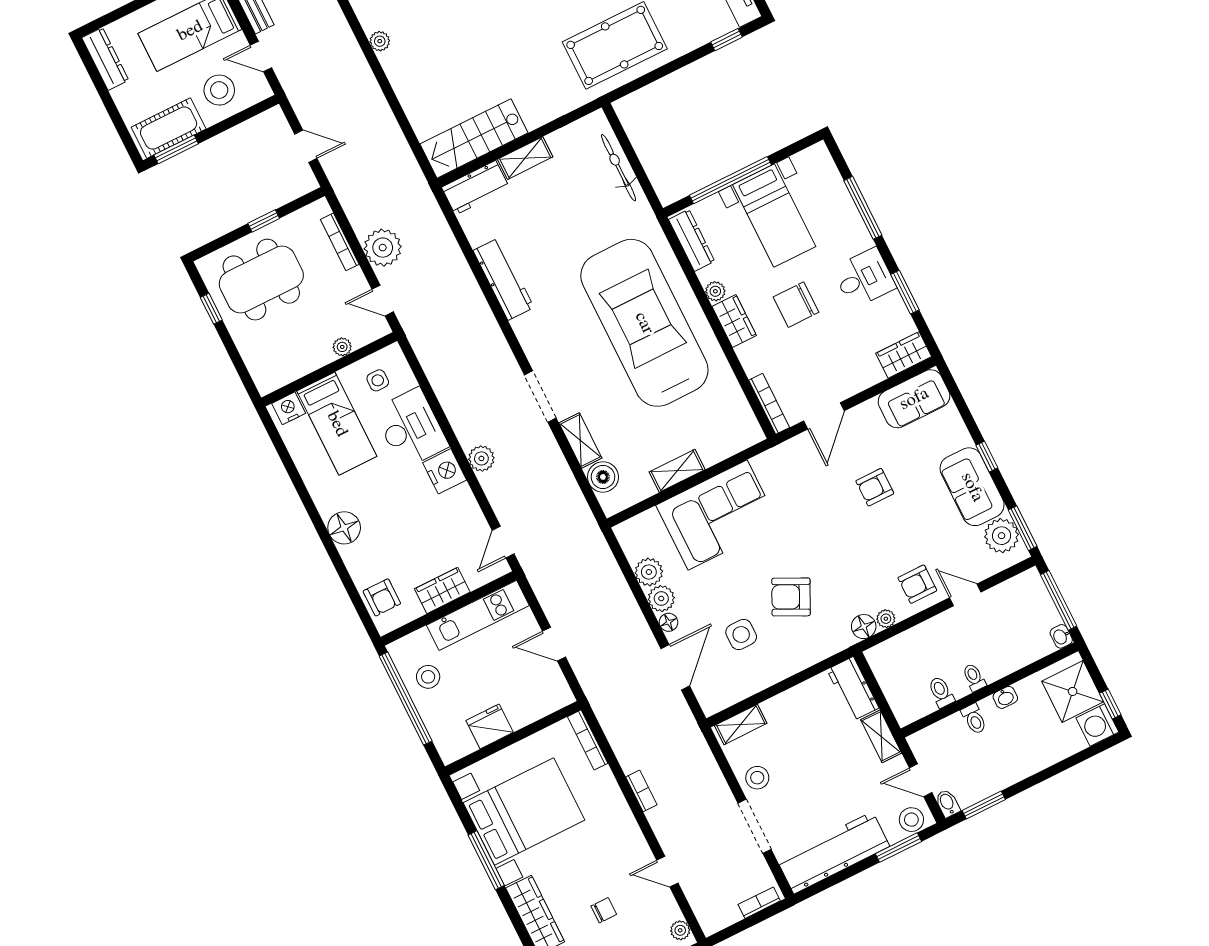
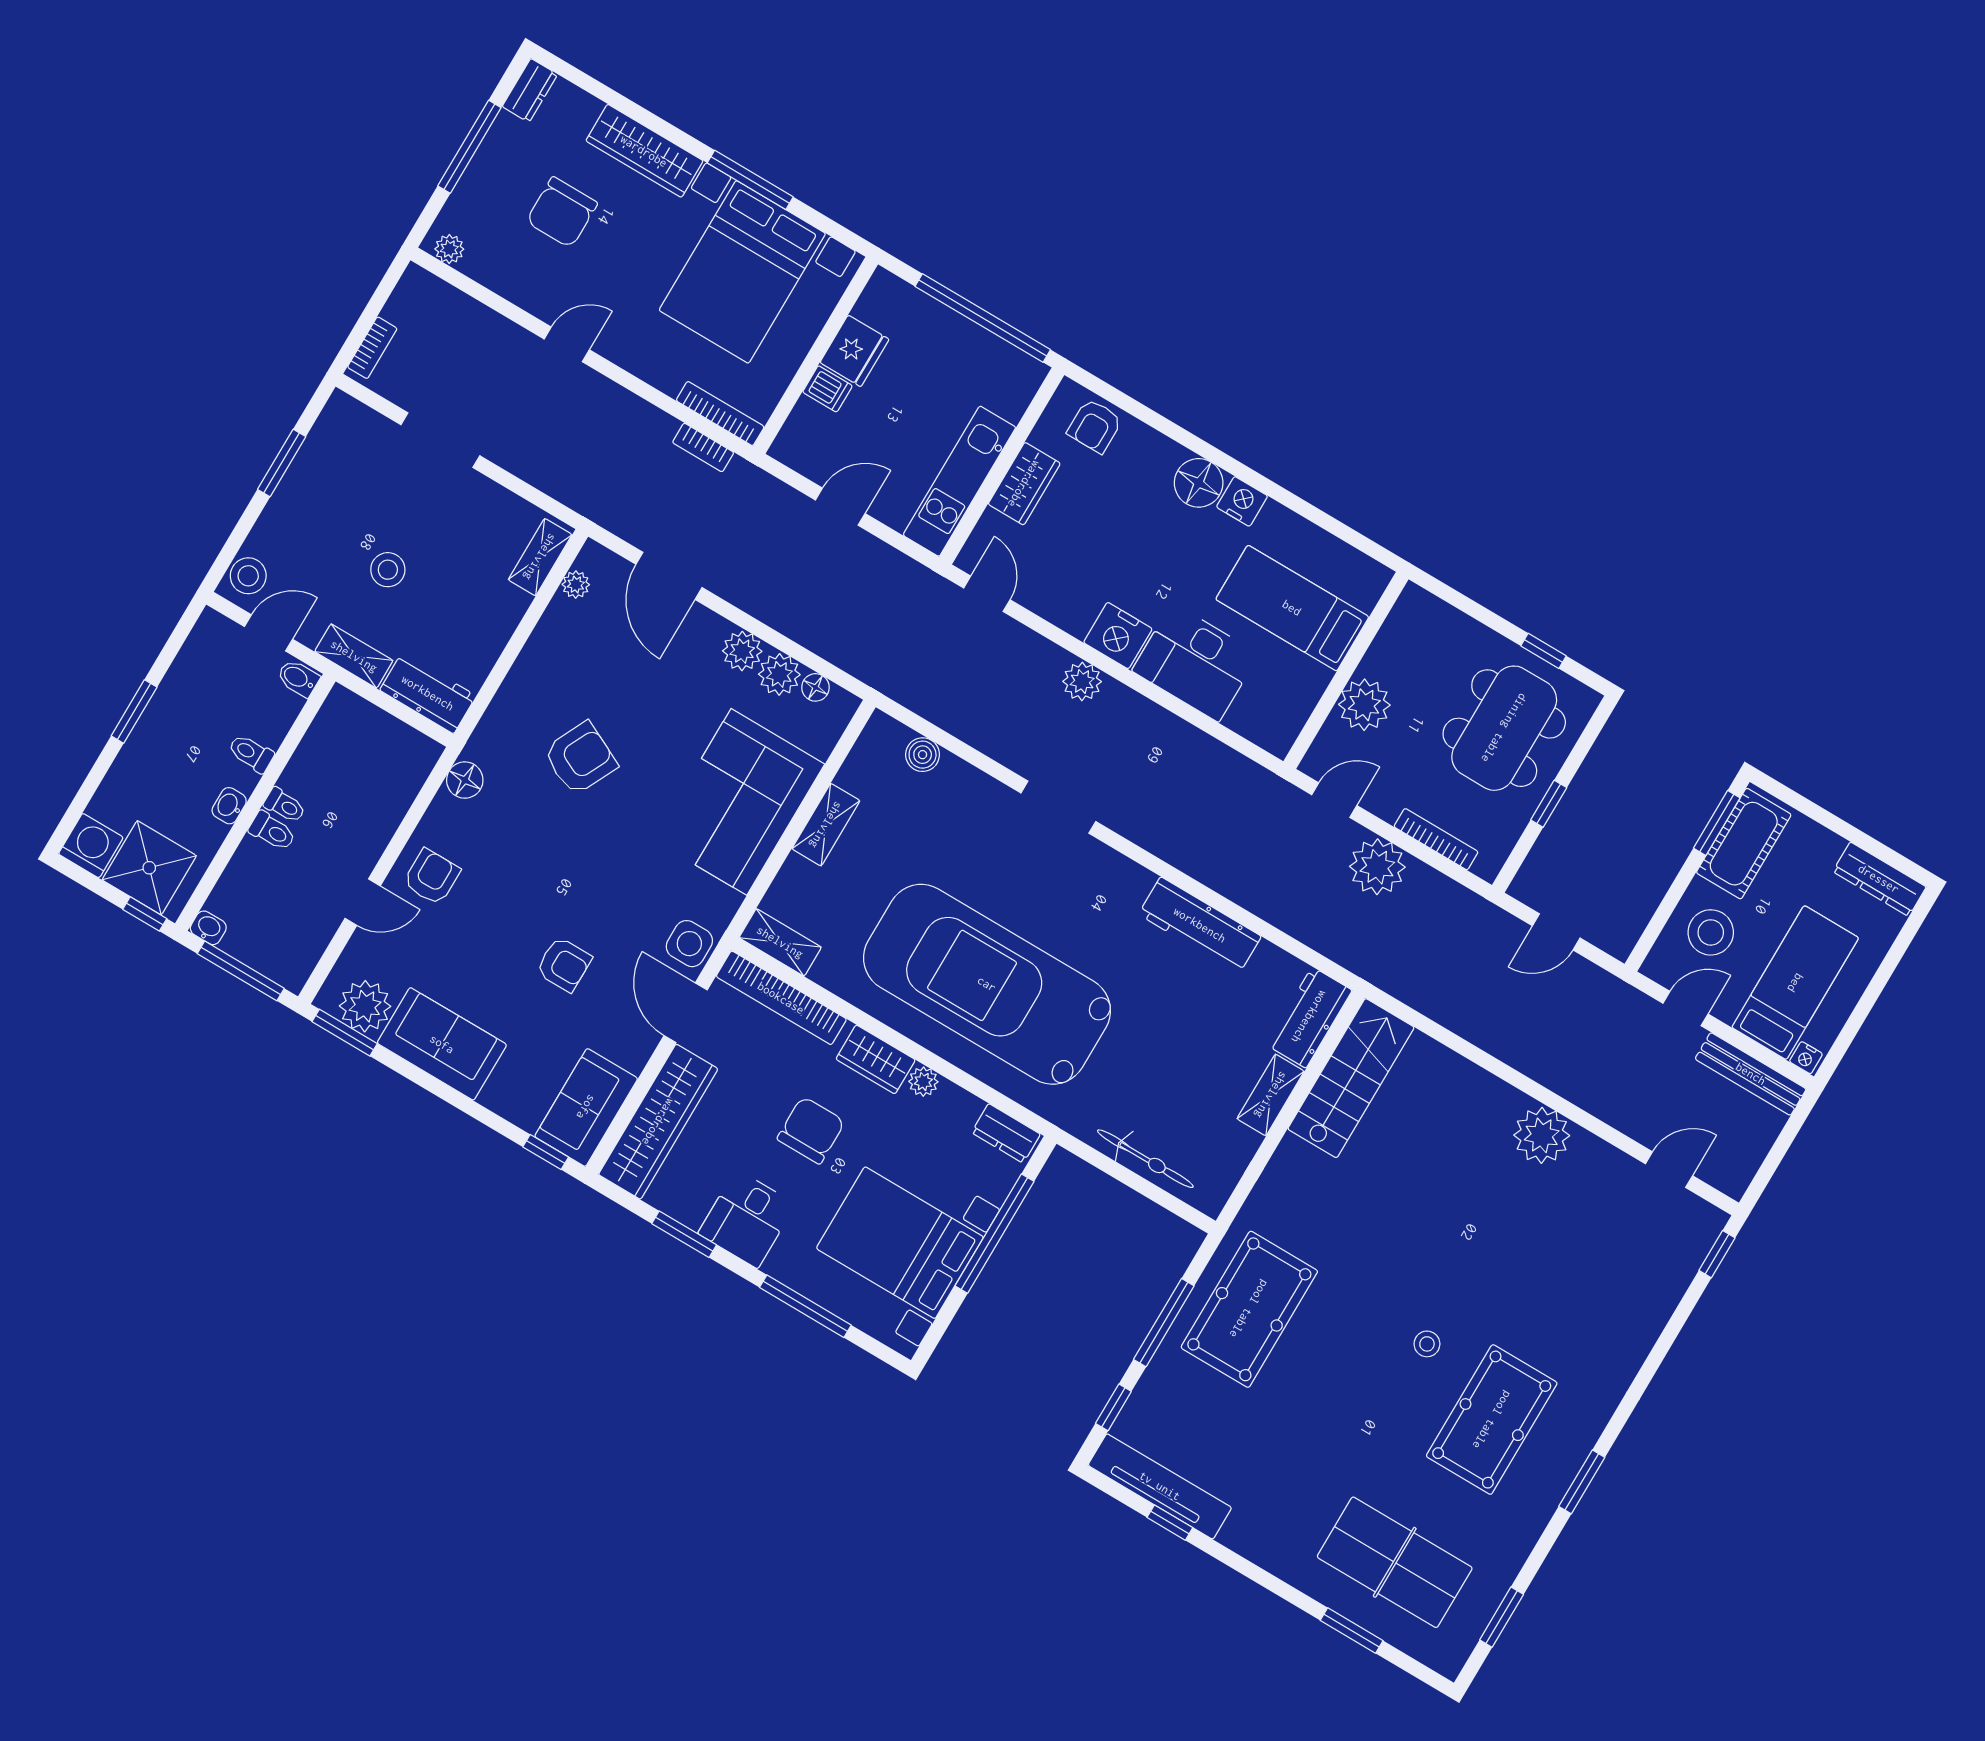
plant: (380, 41) -> (1542, 1135), width x1.88, depth x1.88
window: (667, 69) -> (1164, 1323), added
bed with nightstands: (774, 216) -> (900, 1243), width x1.36
dresser: (692, 240) -> (1006, 1133), width x0.70
car: (644, 323) -> (987, 984), turned 180
plant: (342, 347) -> (1364, 705), width x1.87, depth x1.87
wardrobe: (904, 355) -> (658, 1122), width x2.10, depth x1.17
side table: (378, 380) -> (1276, 696), removed
bookcase: (769, 404) -> (781, 998), width x1.48, depth x1.31
nightstand: (289, 408) -> (1242, 501), moved, turned -90
shelving: (580, 440) -> (780, 942), moved
window: (987, 457) -> (546, 1152), moved
boiler: (603, 477) -> (923, 755), width x0.73, depth x0.73
armchair: (875, 487) -> (564, 964), turned 90
armchair: (382, 597) -> (1095, 426), turned -90
plant: (886, 619) -> (576, 585), moved
floor lamp: (668, 622) -> (815, 687), moved
side table: (741, 635) -> (689, 944), moved
stool: (428, 677) -> (972, 364), removed
toilet: (941, 692) -> (272, 831), moved
window: (1110, 704) -> (145, 914), moved
dishwasher: (518, 715) -> (827, 389), added
stool: (757, 778) -> (388, 570), moved
bookcase: (641, 791) -> (703, 447), moved
bidet: (947, 803) -> (298, 678), moved, turned 180
window: (984, 805) -> (134, 712), moved
window: (898, 848) -> (282, 463), moved
workbench: (833, 853) -> (320, 471), removed
door: (667, 872) -> (567, 344), moved
chair: (604, 910) -> (562, 212), width x1.87, depth x1.87

